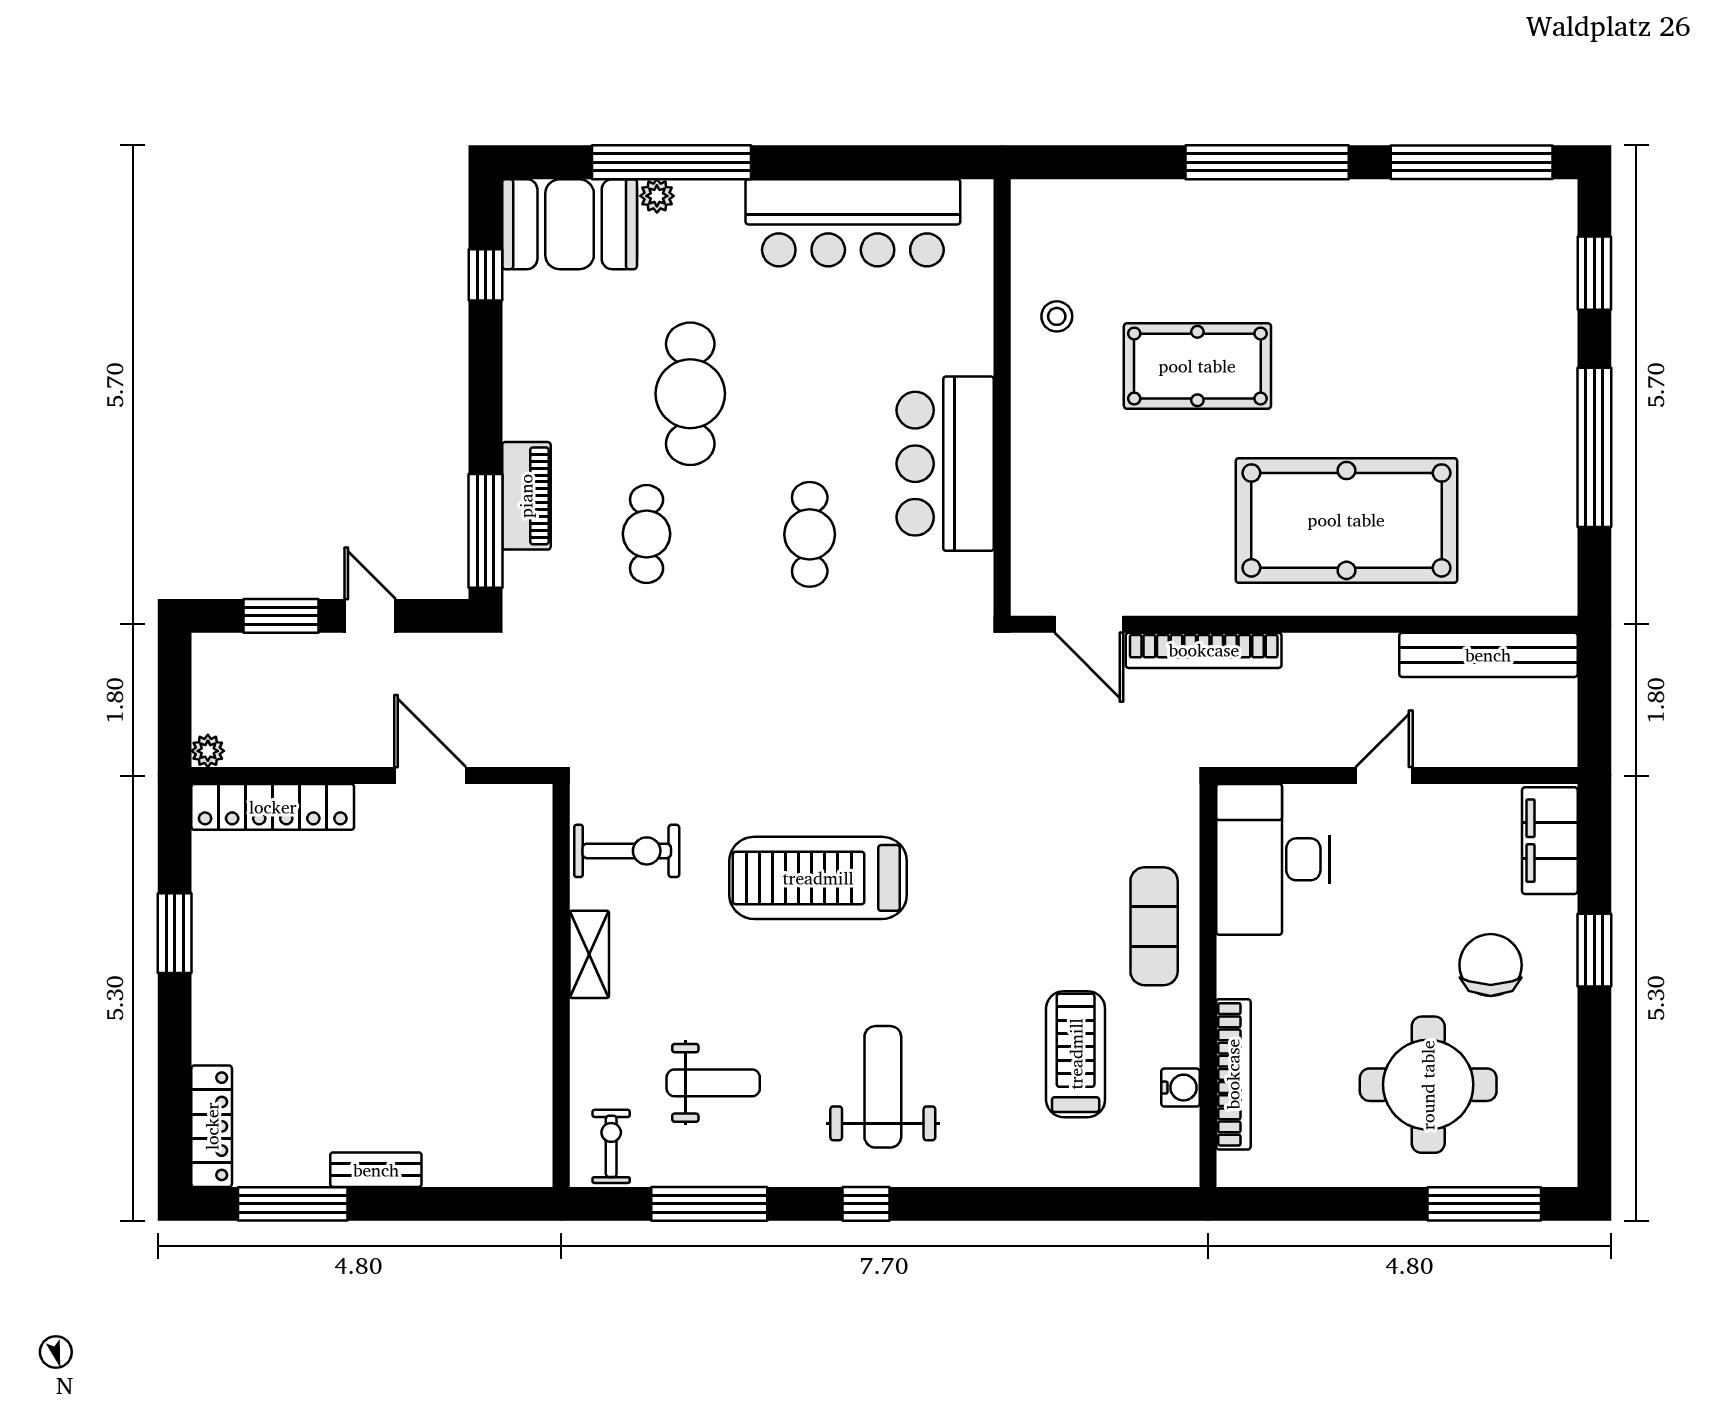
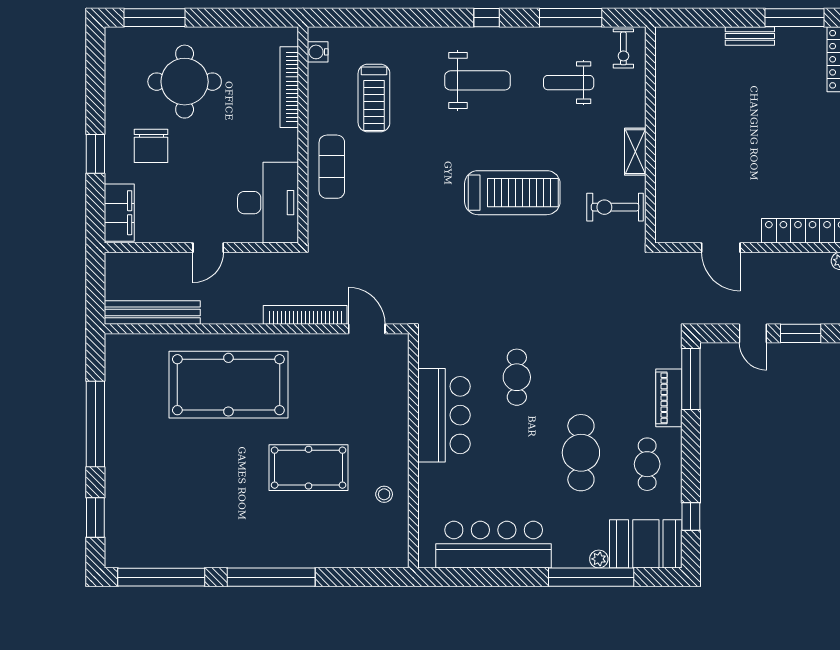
cafe table: (647, 534) -> (647, 464), moved
weight bench: (883, 1087) -> (478, 80), turned -90
water cooler: (1180, 1088) -> (318, 52), moved

